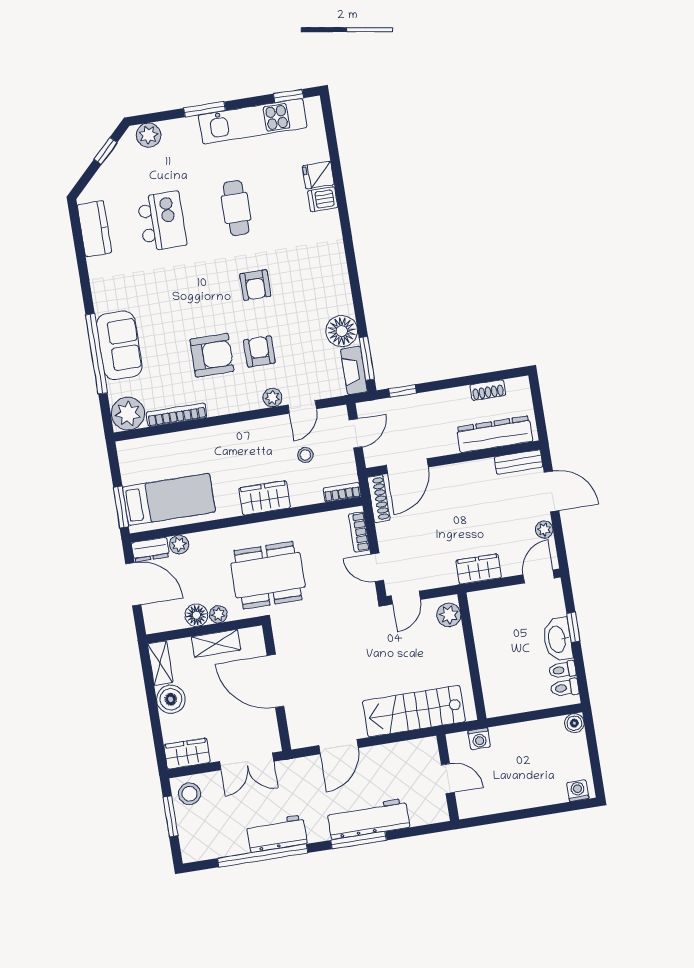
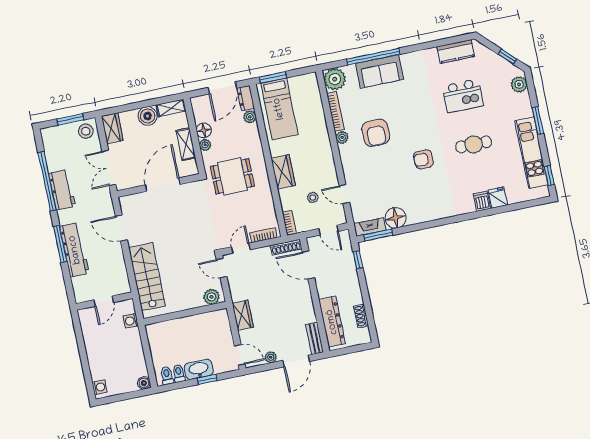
armchair: (259, 351) -> (380, 164), removed
plant: (272, 398) -> (342, 137), moved
dining table: (268, 575) -> (232, 176), width x0.73

